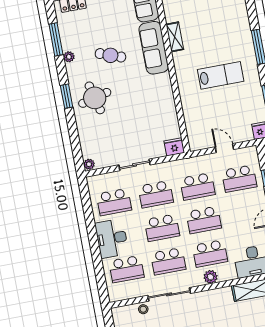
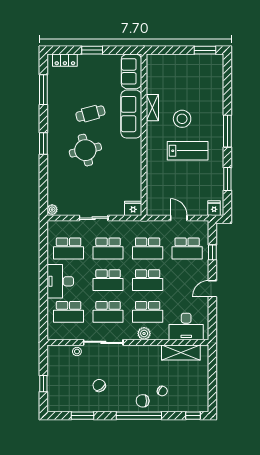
stool: (208, 43) -> (182, 119), added
cafe table: (110, 55) -> (90, 114), turned -35
plant: (69, 57) -> (52, 108), removed
round table: (95, 98) -> (85, 150), moved

